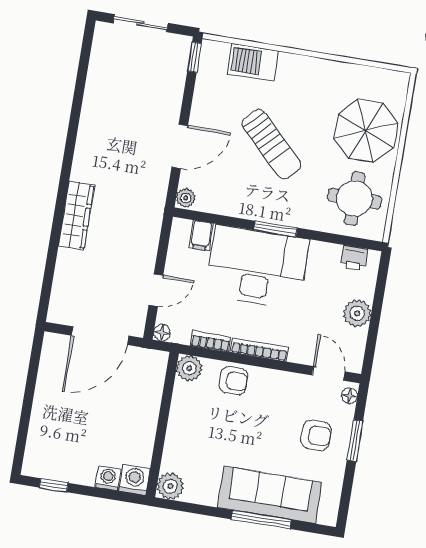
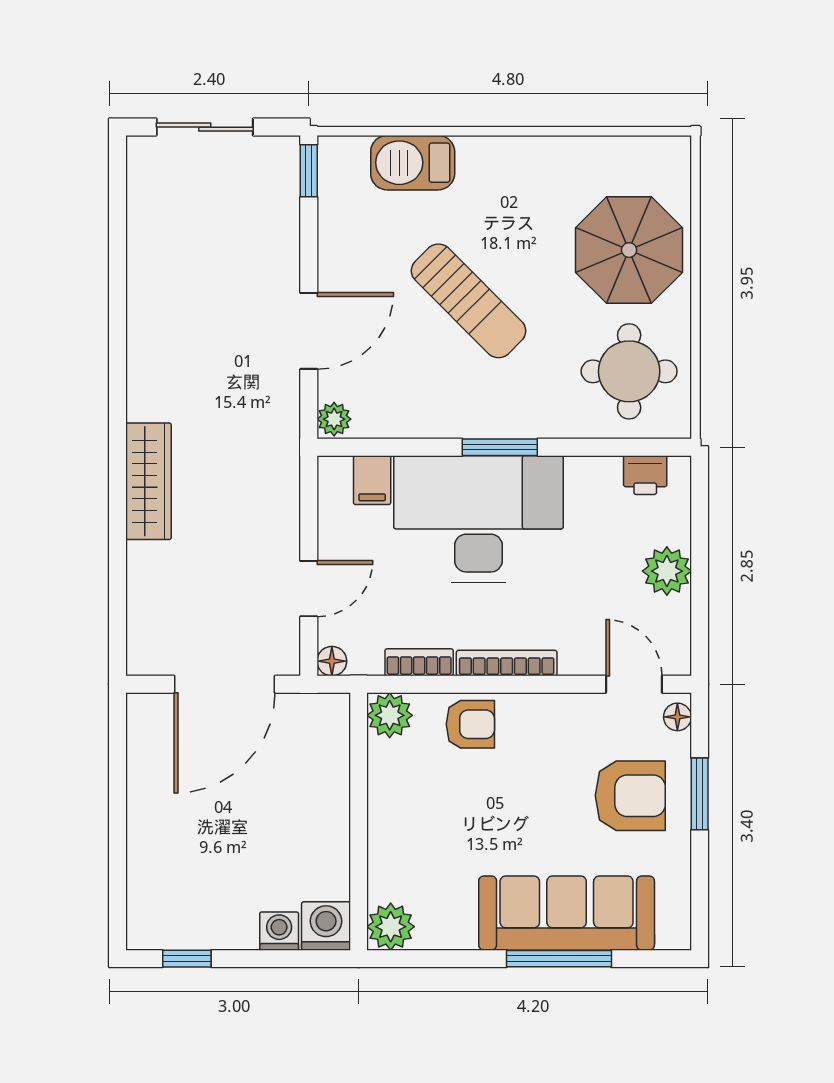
armchair: (316, 435) -> (630, 796), width x1.38, depth x1.38

